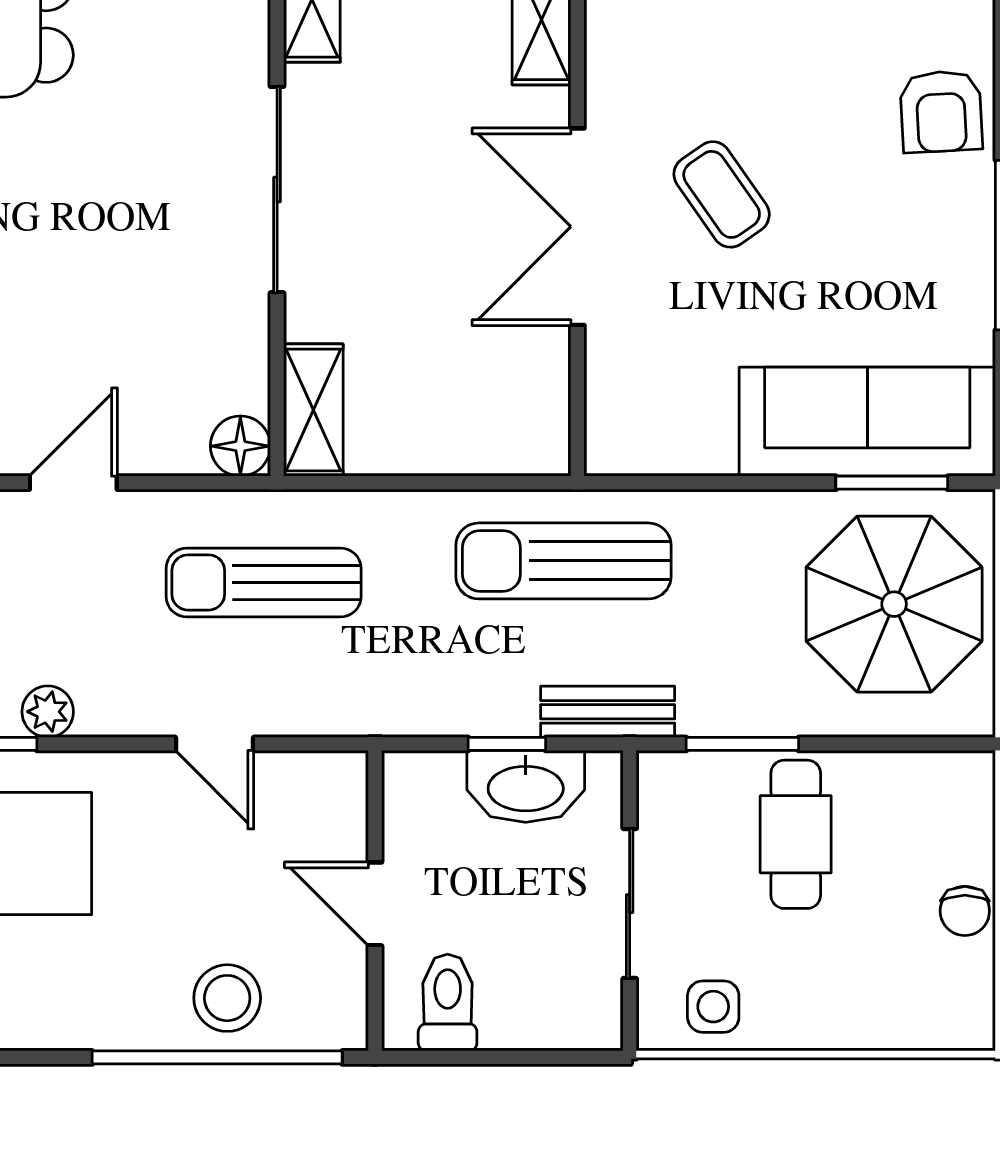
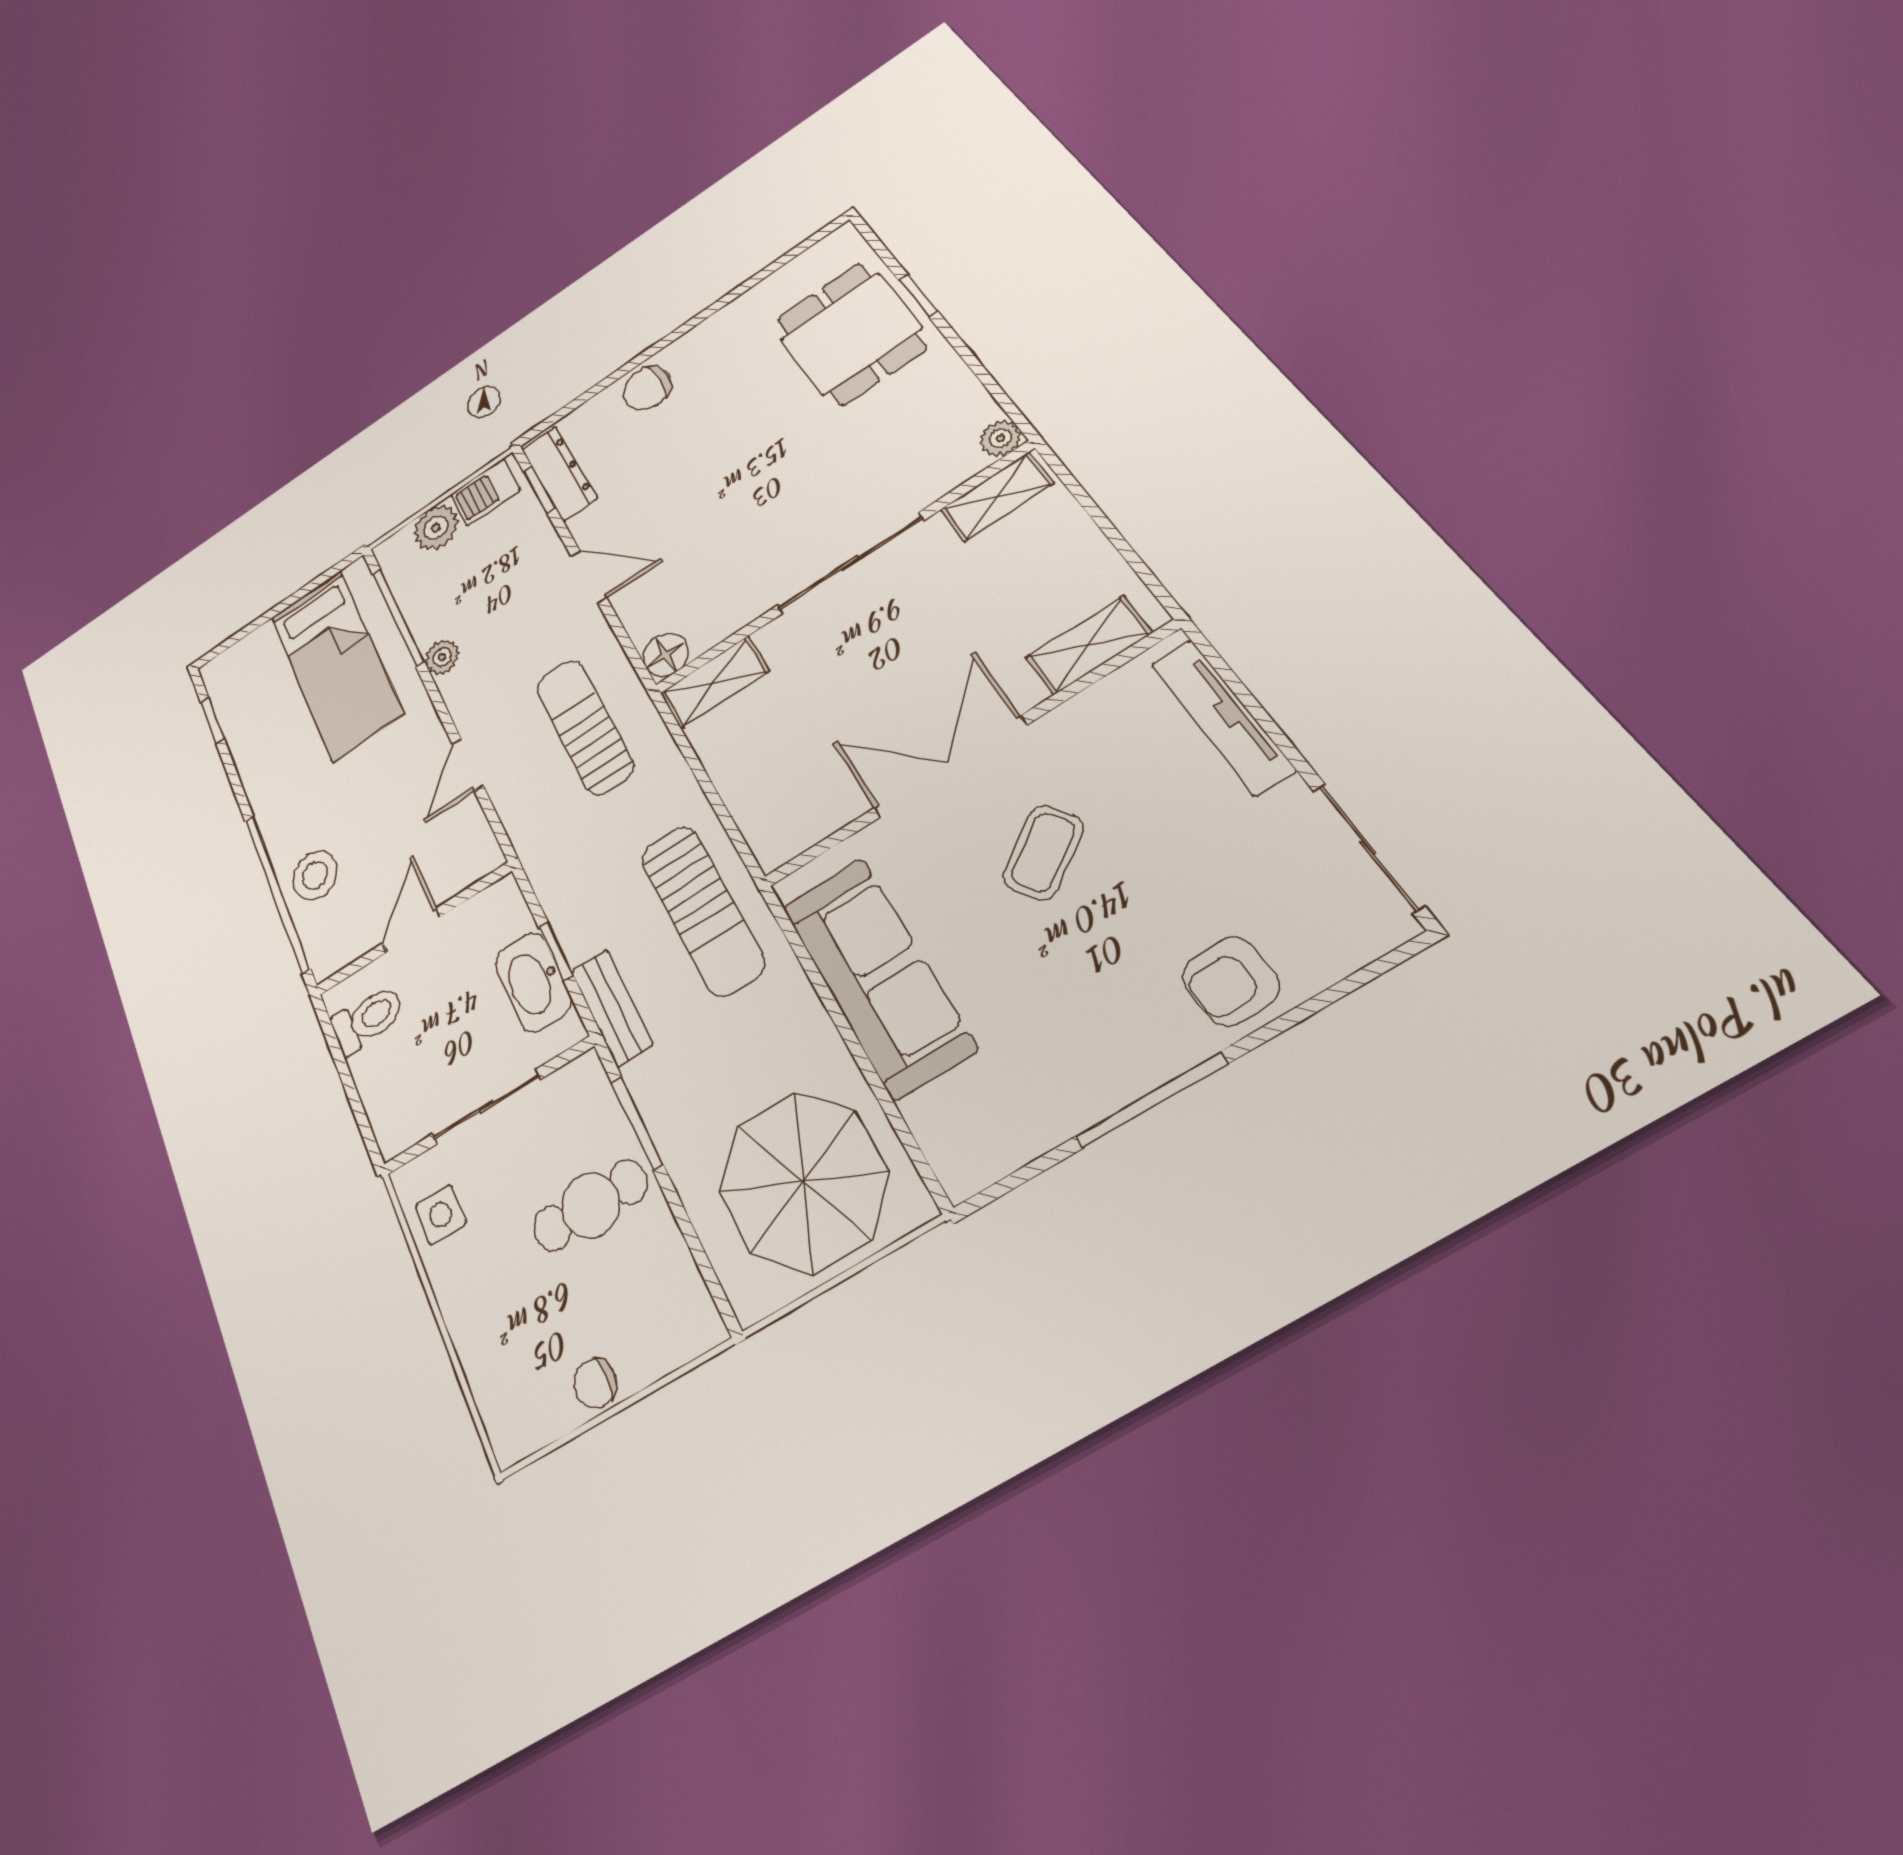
sofa: (867, 422) -> (877, 976), moved
window: (892, 483) -> (898, 1123), removed
sun lounger: (563, 561) -> (702, 910), turned 180

